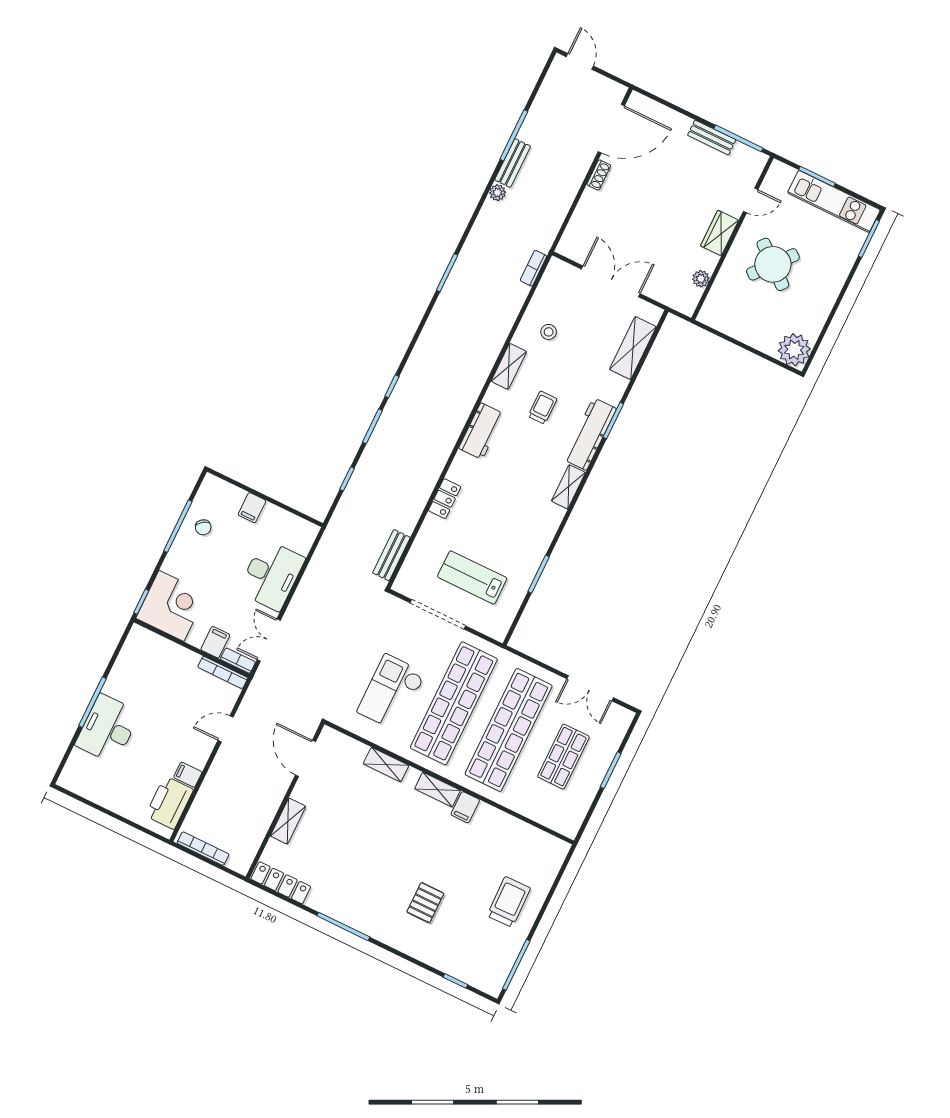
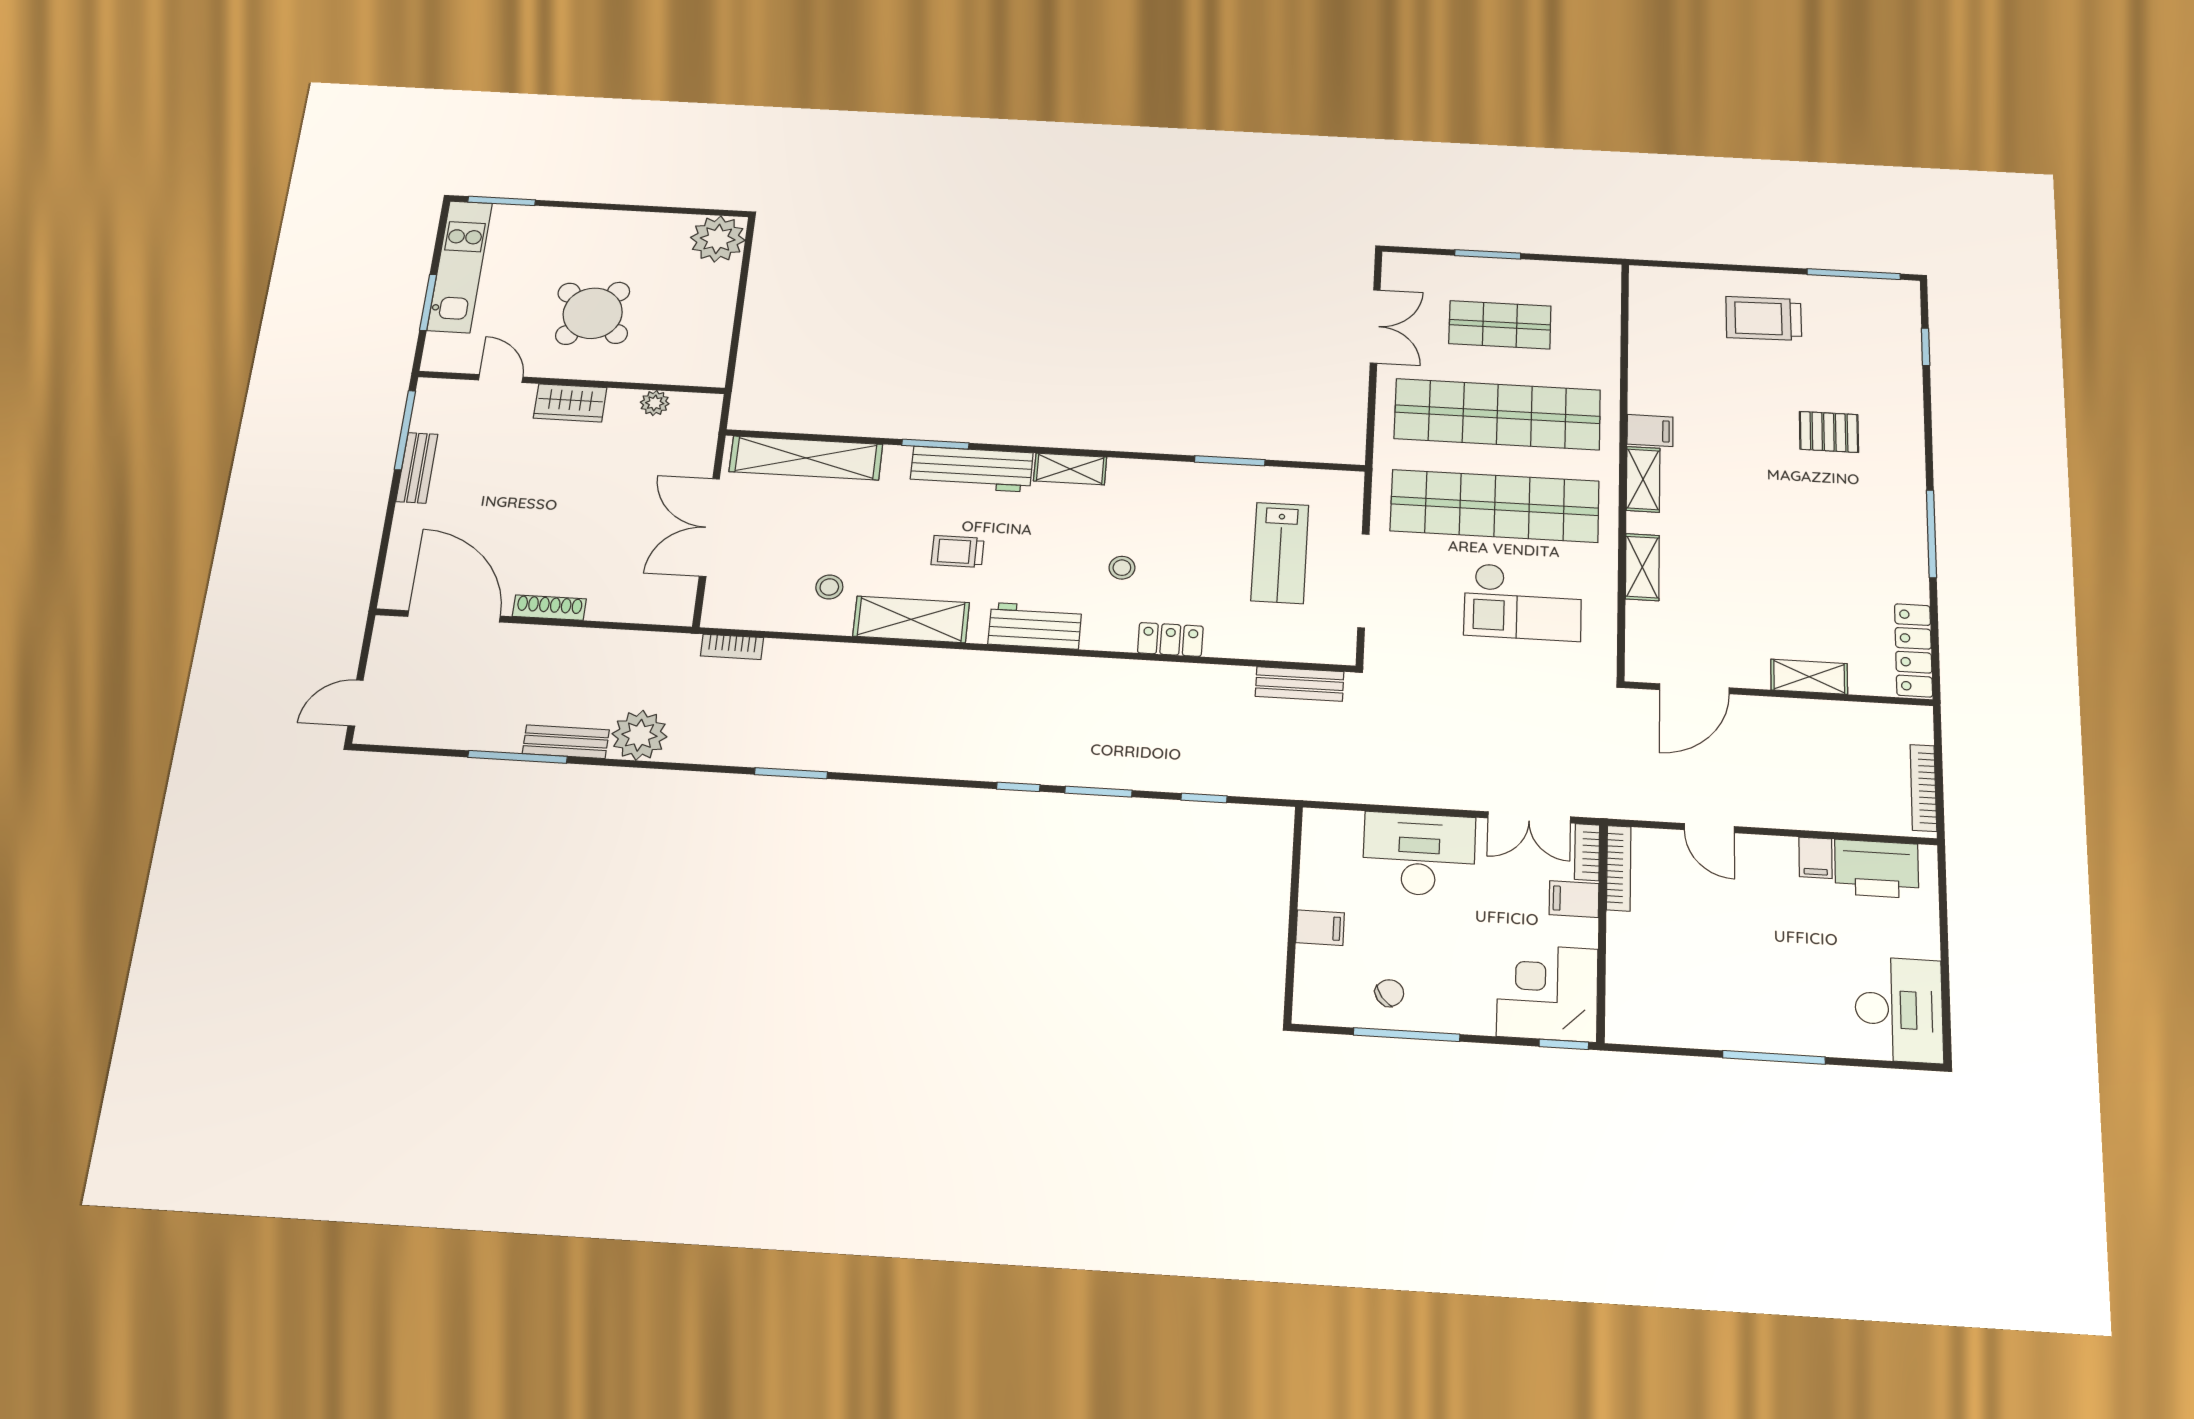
shoe rack: (599, 175) -> (549, 608), width x1.43
plant: (498, 193) -> (639, 735), width x1.87, depth x1.87
shelving: (633, 348) -> (806, 458), width x1.47
shelving: (509, 366) -> (911, 619), width x1.50, depth x1.33
stool: (497, 490) -> (1122, 568), added
desk: (108, 729) -> (1899, 1010), moved, turned -90

